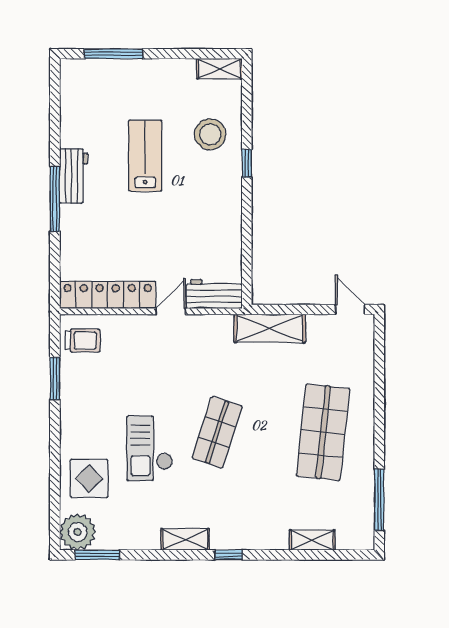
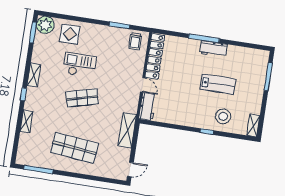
shop shelf: (217, 432) -> (82, 98), turned -33
shelving: (312, 540) -> (26, 121), moved

